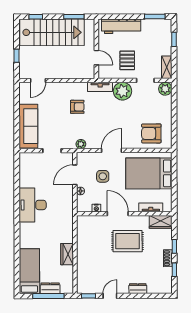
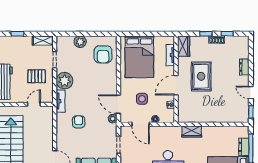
plant: (165, 89) -> (80, 42), moved
door: (112, 150) -> (119, 104), moved
wardrobe: (67, 254) -> (192, 131), moved

